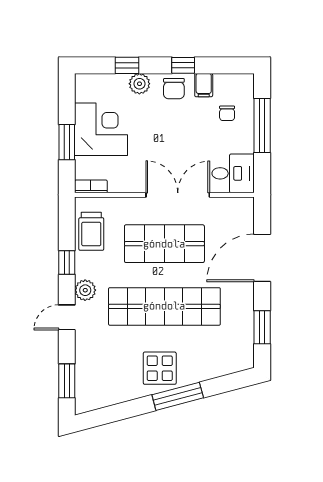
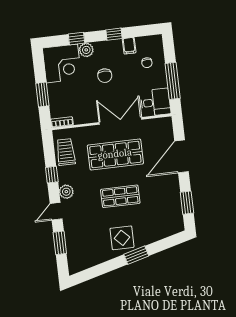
chair: (174, 89) -> (105, 76), moved
window: (262, 126) -> (173, 81), moved
corner desk: (101, 129) -> (62, 63), moved, turned 90
trolley: (91, 231) -> (66, 152), turned 180
shop shelf: (164, 306) -> (120, 196), width x0.50, depth x0.74
window: (67, 381) -> (60, 243), moved
window: (178, 396) -> (136, 255), width x0.69

